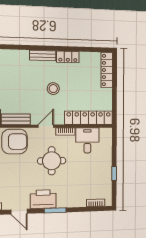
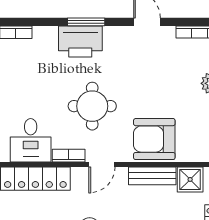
printer: (43, 199) -> (80, 42), moved

